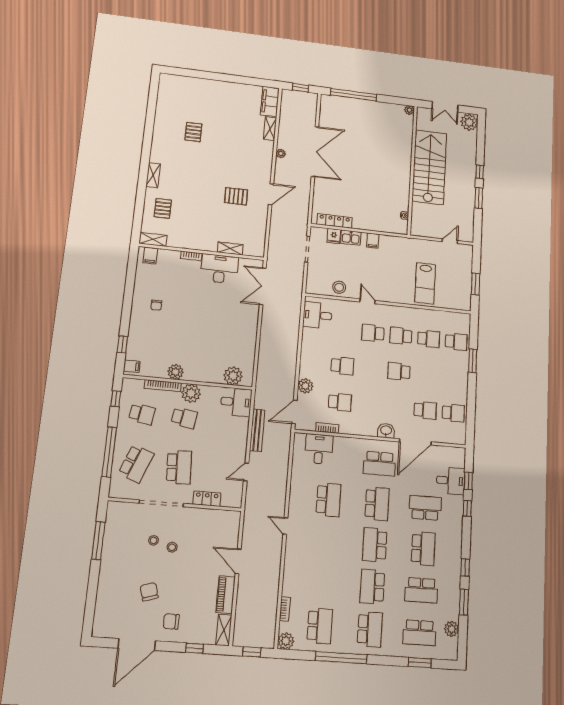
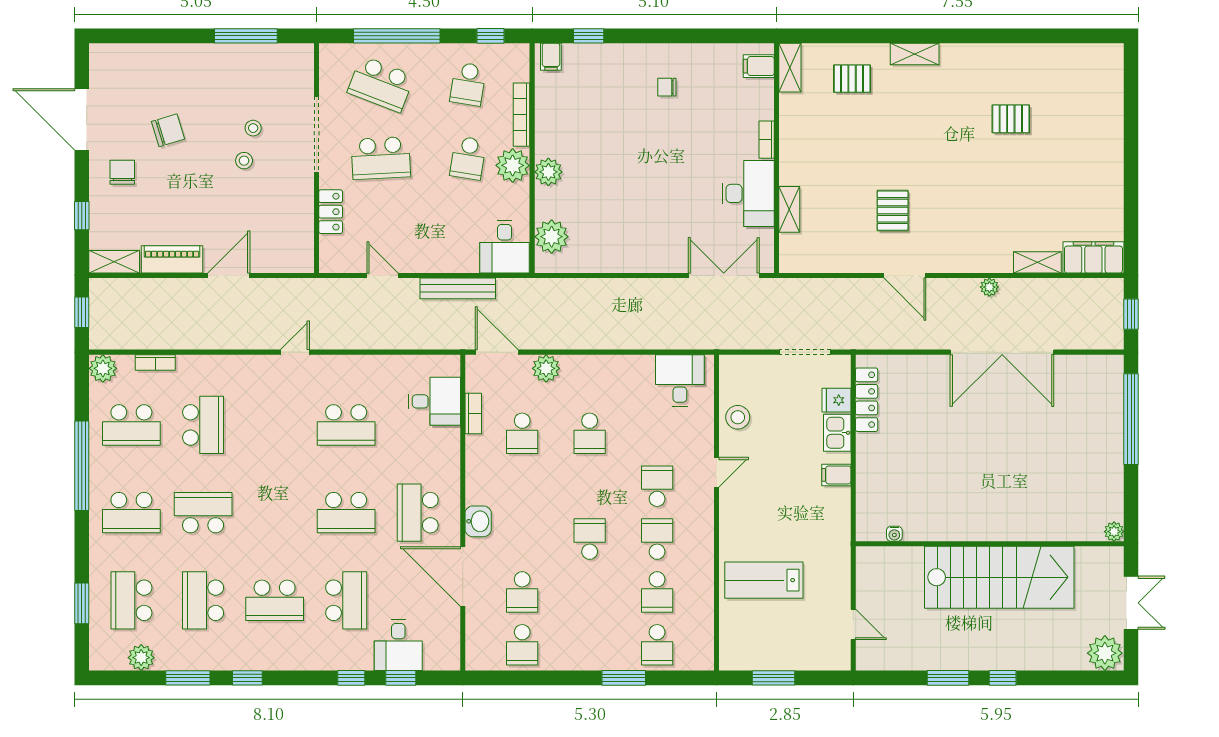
double door: (445, 107) -> (1131, 603), swing flipped
plant: (176, 372) -> (548, 172), moved
school desk: (375, 545) -> (203, 425), moved, turned 90

